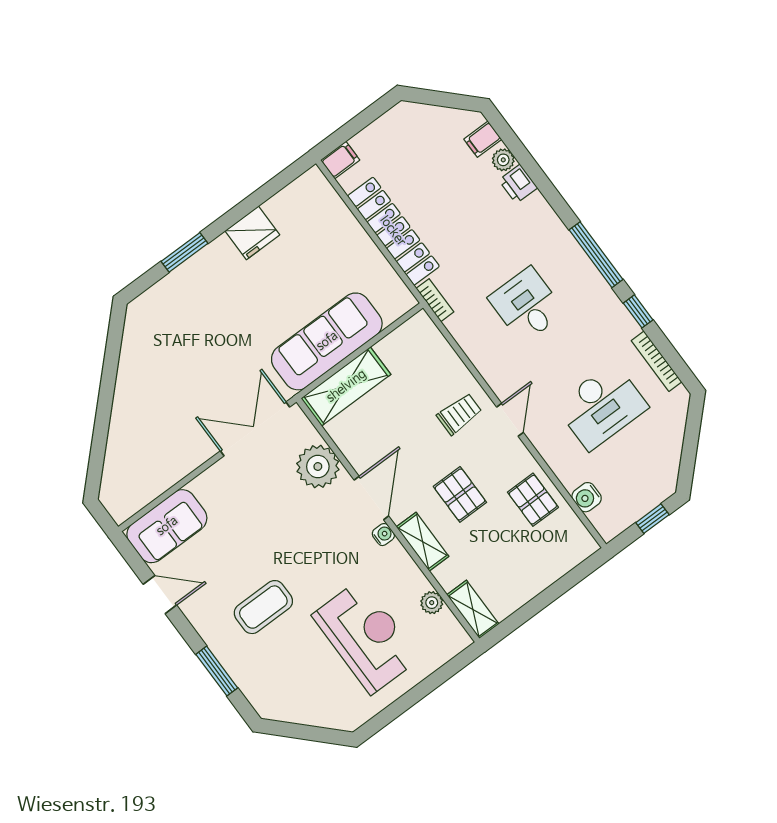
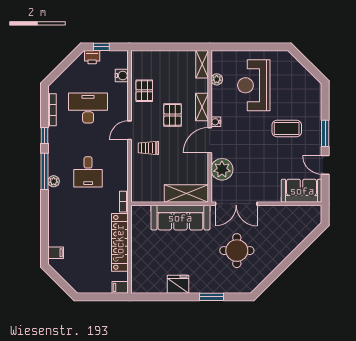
plant: (503, 160) -> (54, 181), moved
printer: (518, 184) -> (92, 57), moved, turned 90
round table: (199, 355) -> (237, 251), added
window: (217, 671) -> (325, 133), moved

